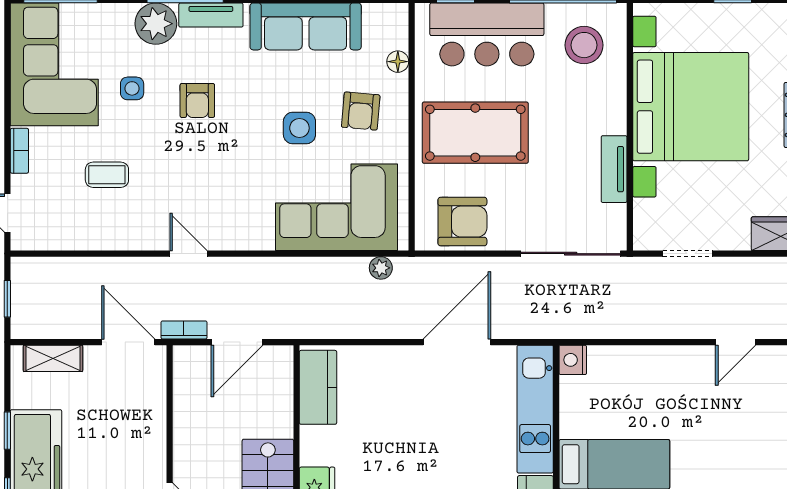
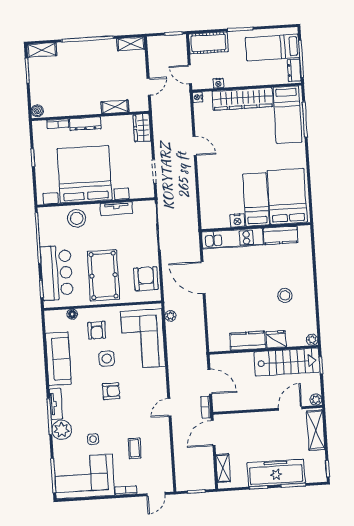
stool: (584, 45) -> (77, 218), moved
armchair: (197, 100) -> (111, 391), moved
armchair: (361, 111) -> (97, 330), turned 85
nightstand: (573, 360) -> (237, 220), moved
kitchen counter: (318, 387) -> (248, 341), moved

